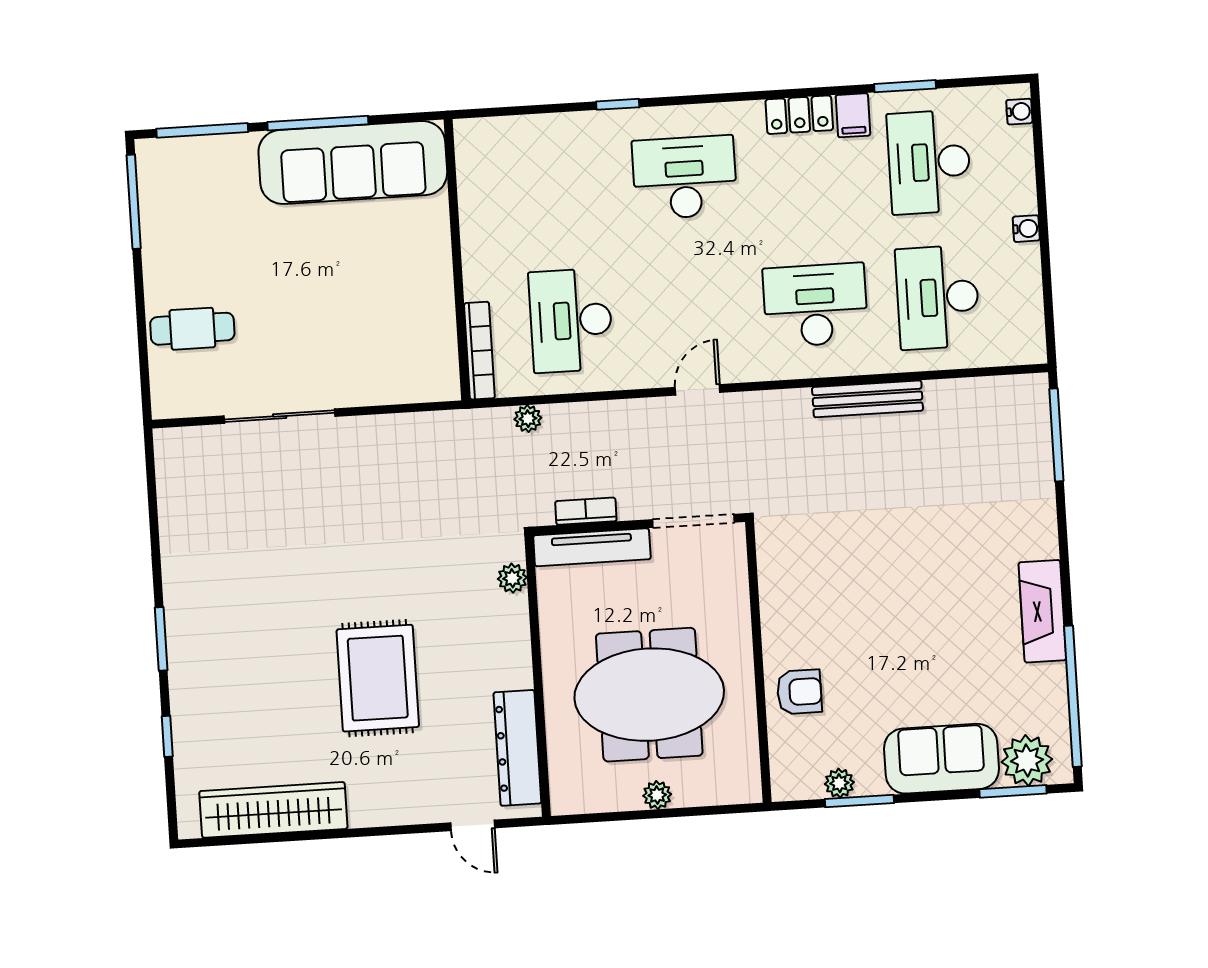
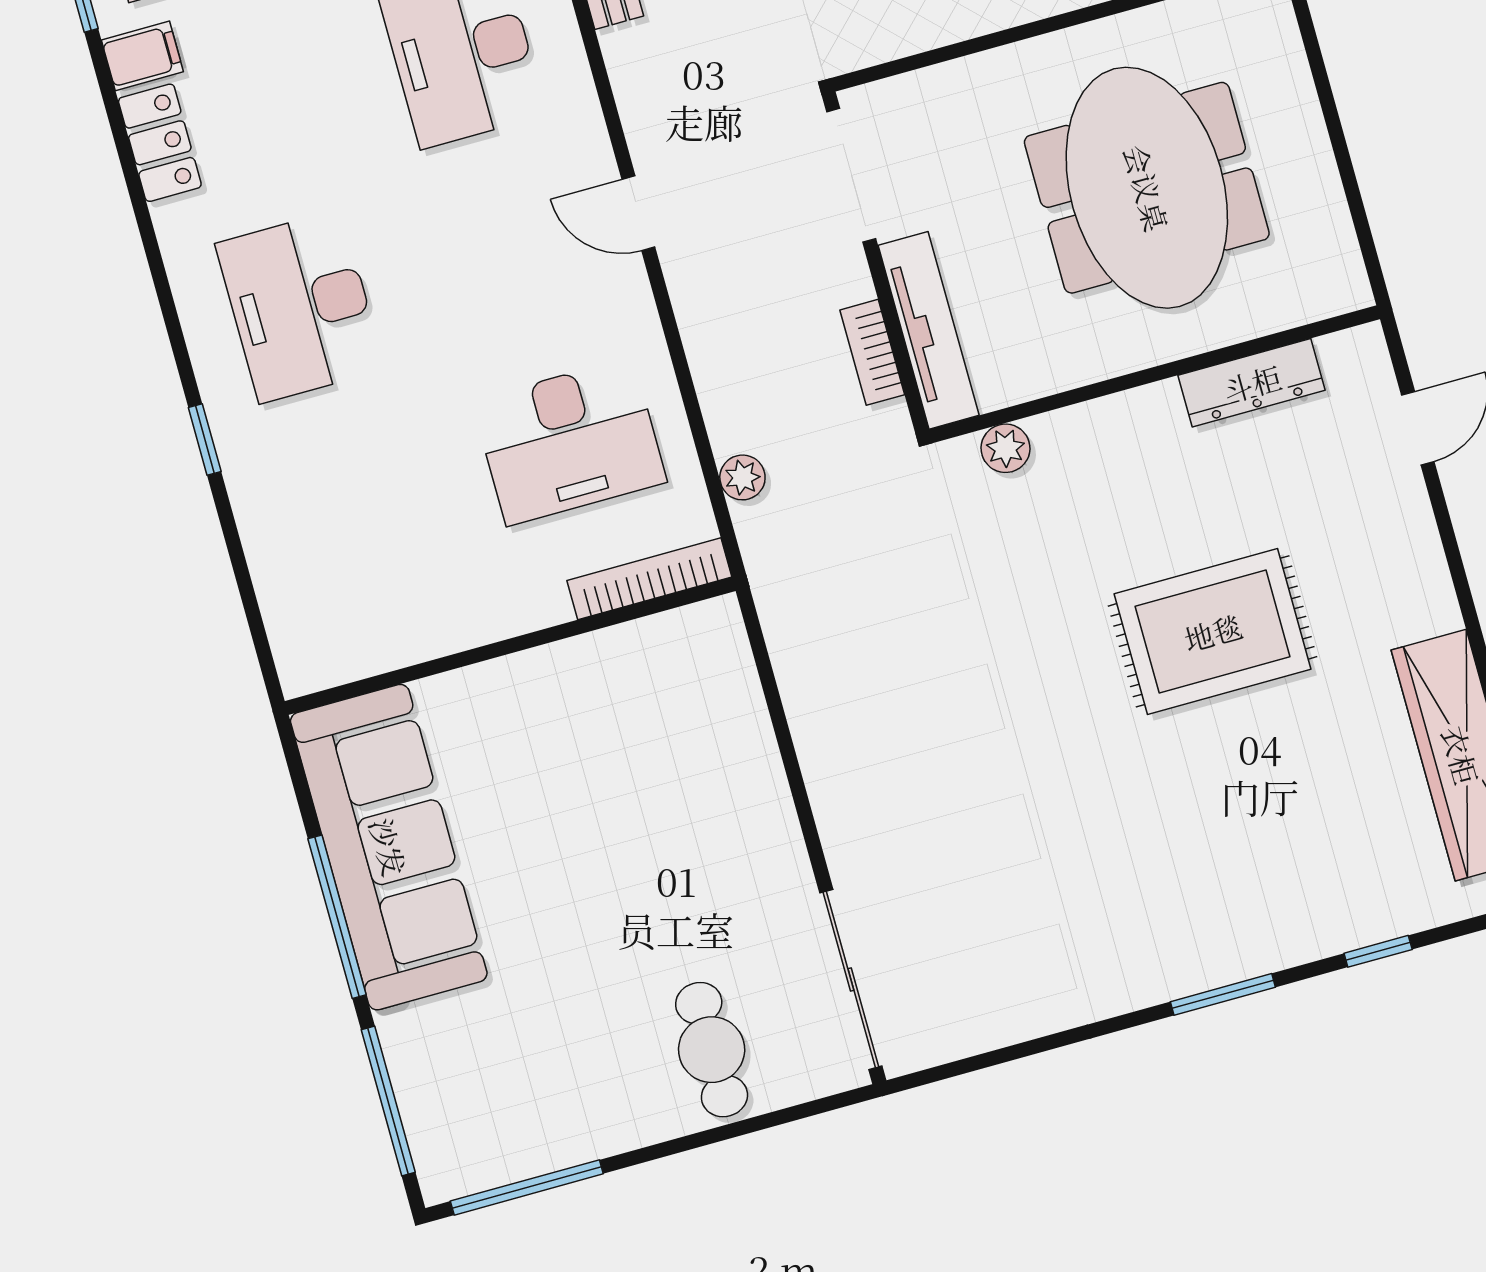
sliding door: (280, 416) -> (851, 980), moved
dresser: (517, 748) -> (1252, 383), width x0.73, depth x0.80
plant: (657, 795) -> (1306, 141), removed

